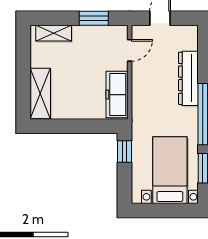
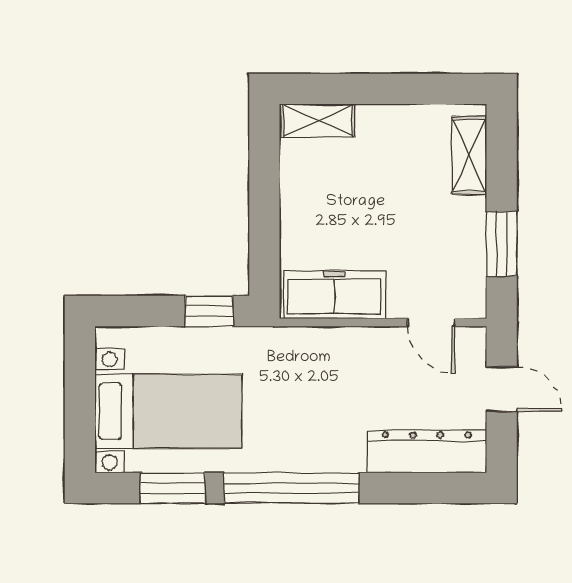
dresser: (188, 78) -> (427, 452), moved
shelving: (40, 94) -> (318, 121), width x0.67, depth x0.75

